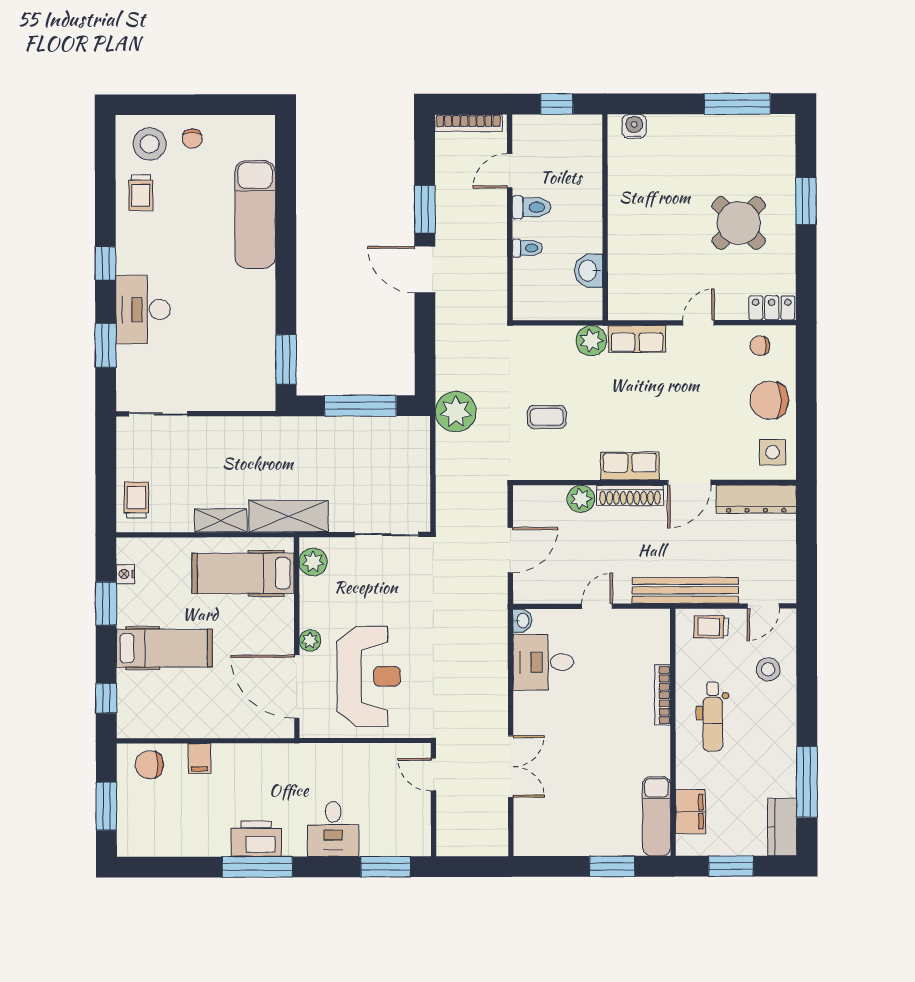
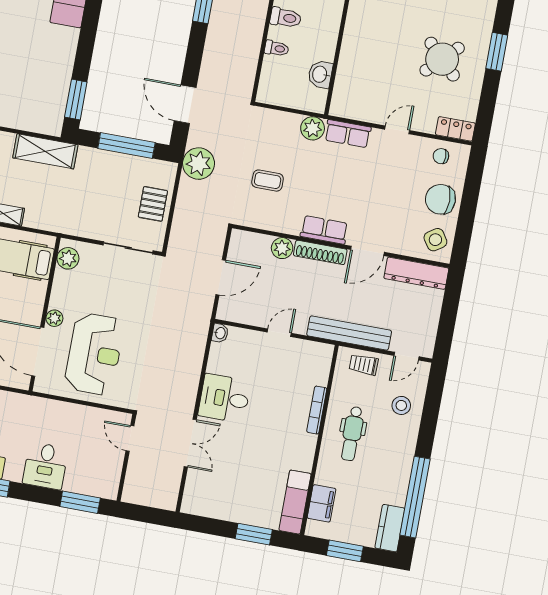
door: (425, 270) -> (185, 104), moved
side table: (772, 452) -> (435, 240), turned -34
pallet: (408, 473) -> (153, 204), added
shelving: (288, 516) -> (45, 151), moved
desk: (543, 662) -> (224, 398), moved
window: (807, 782) -> (415, 497), width x1.46

